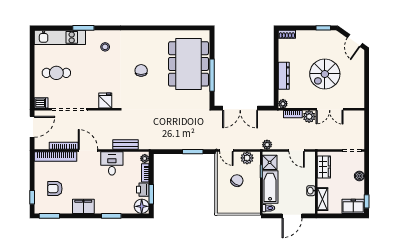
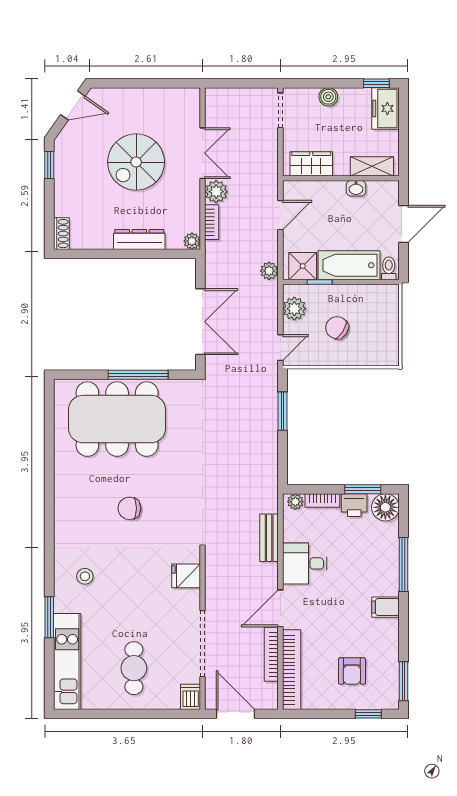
spiral stairs: (325, 74) -> (136, 162), turned 90
filing cabinet: (83, 206) -> (386, 607), width x0.50
window: (111, 216) -> (403, 565), width x1.44
door: (292, 216) -> (403, 224), hinge flipped

